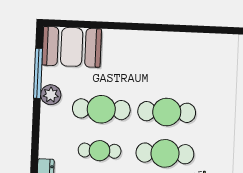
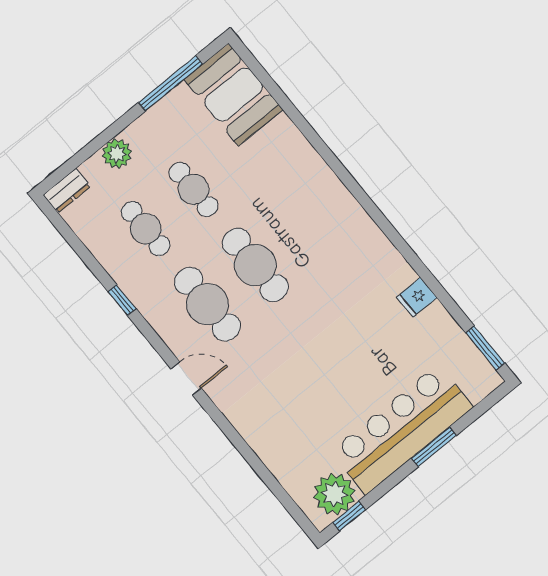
plant: (51, 95) -> (117, 154), moved
cafe table: (101, 109) -> (193, 189), width x0.73, depth x0.74

